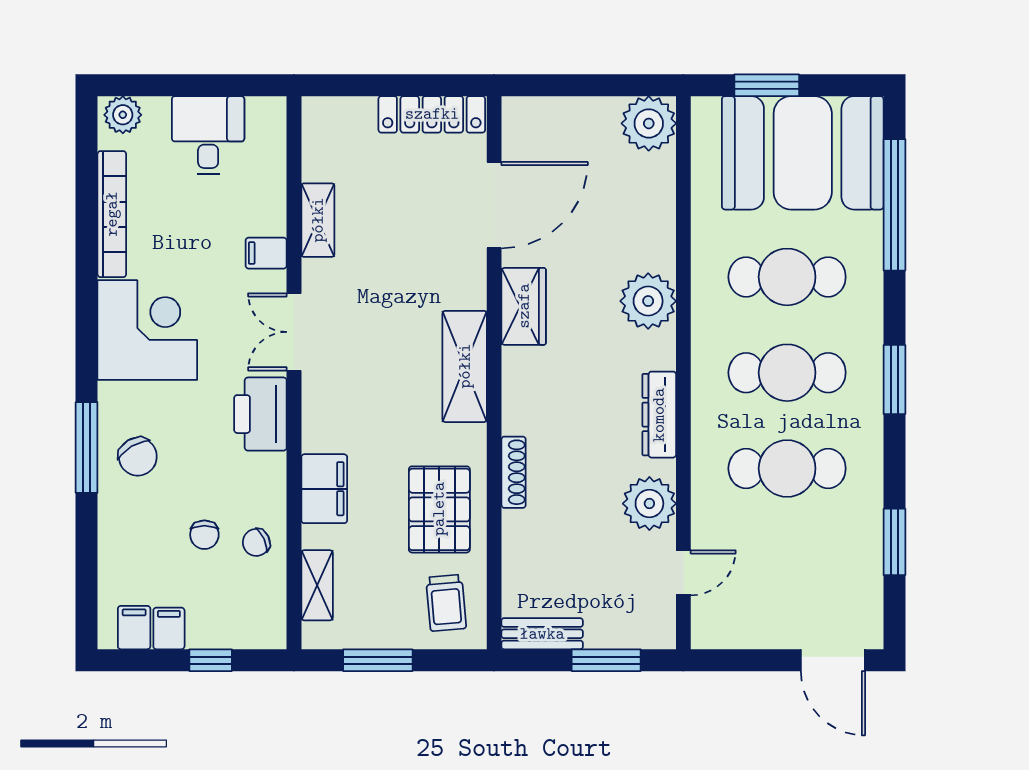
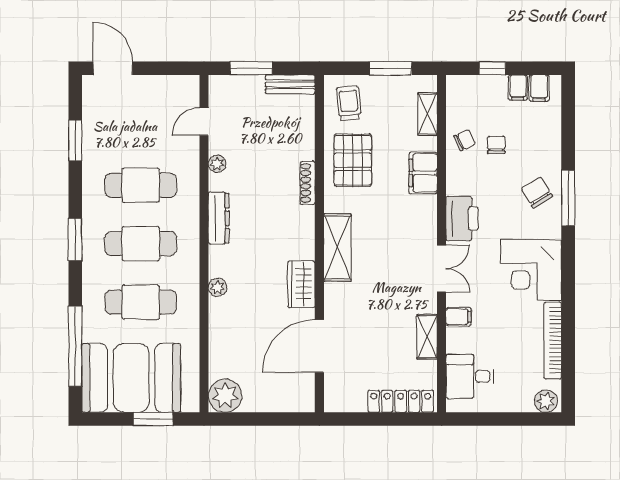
locker: (432, 114) -> (401, 401), moved
desk: (208, 135) -> (470, 376), moved, turned 90
plant: (648, 301) -> (218, 287), width x0.53, depth x0.53
plant: (649, 504) -> (217, 164), width x0.53, depth x0.53

